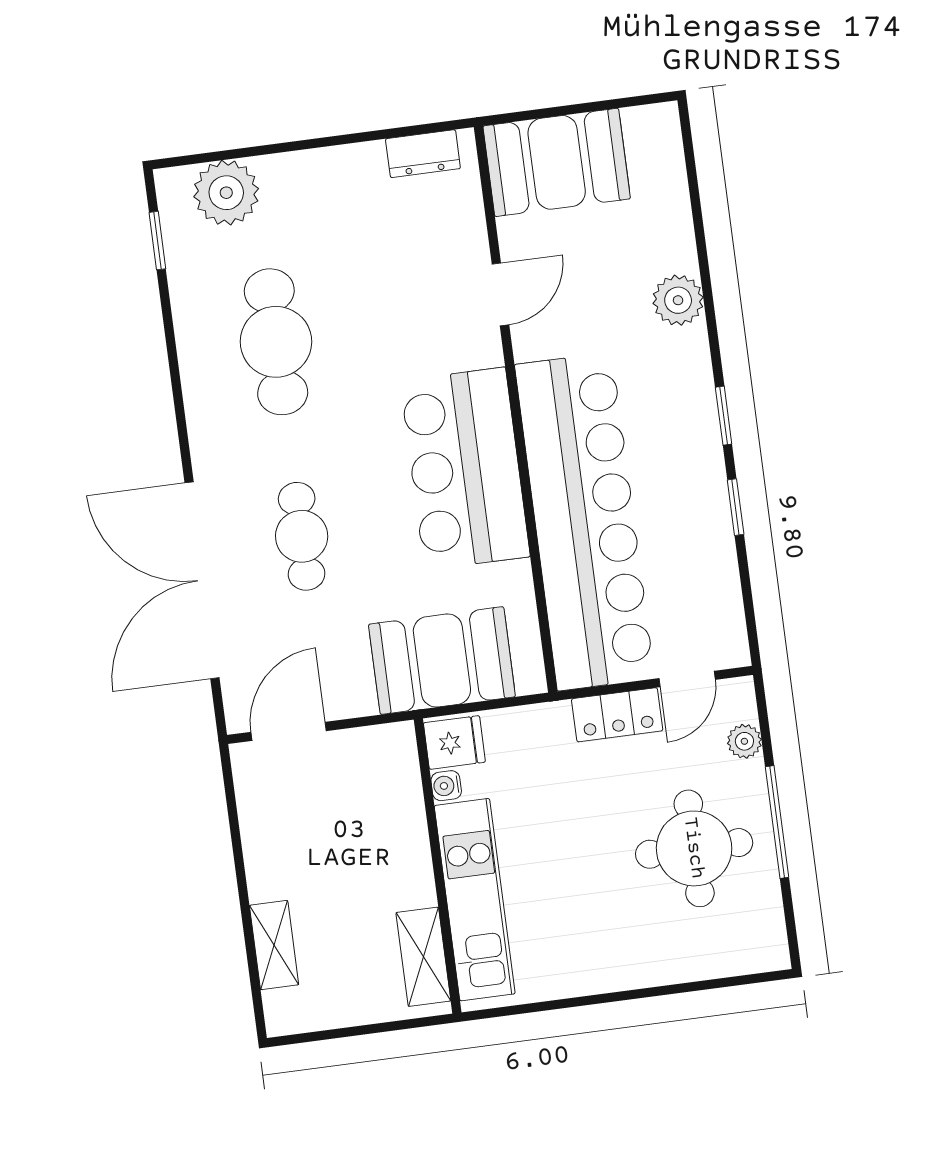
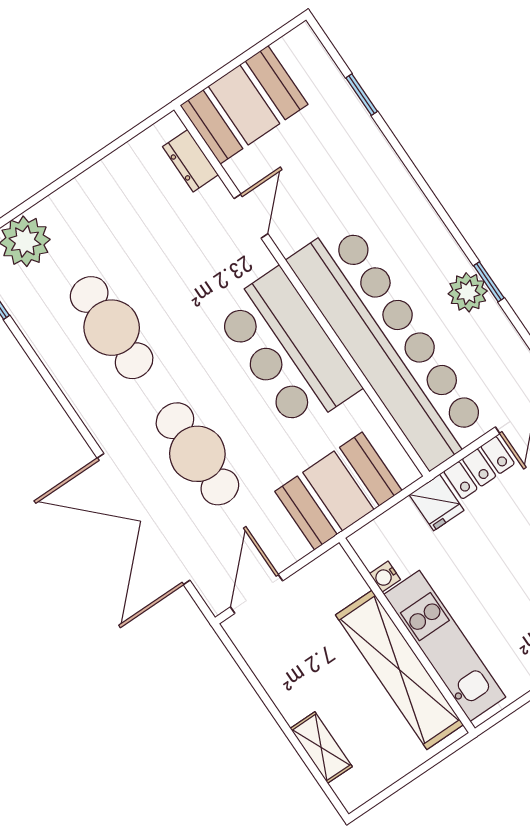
dresser: (423, 154) -> (190, 161), moved, turned 90
plant: (678, 300) -> (468, 292), moved
window: (724, 416) -> (362, 95), moved
cafe table: (302, 536) -> (197, 454), width x1.37, depth x1.35
fridge: (454, 742) -> (436, 502), moved, turned 90
shelving: (423, 957) -> (399, 670), width x2.20, depth x1.33

